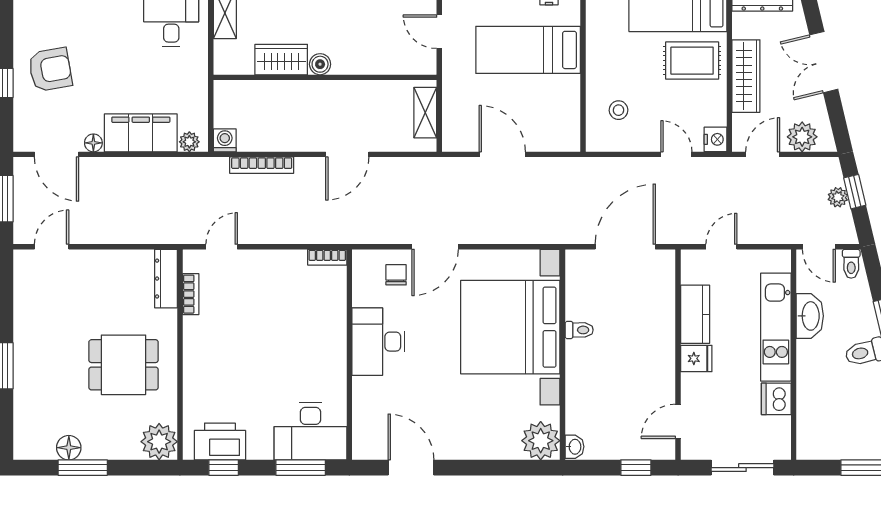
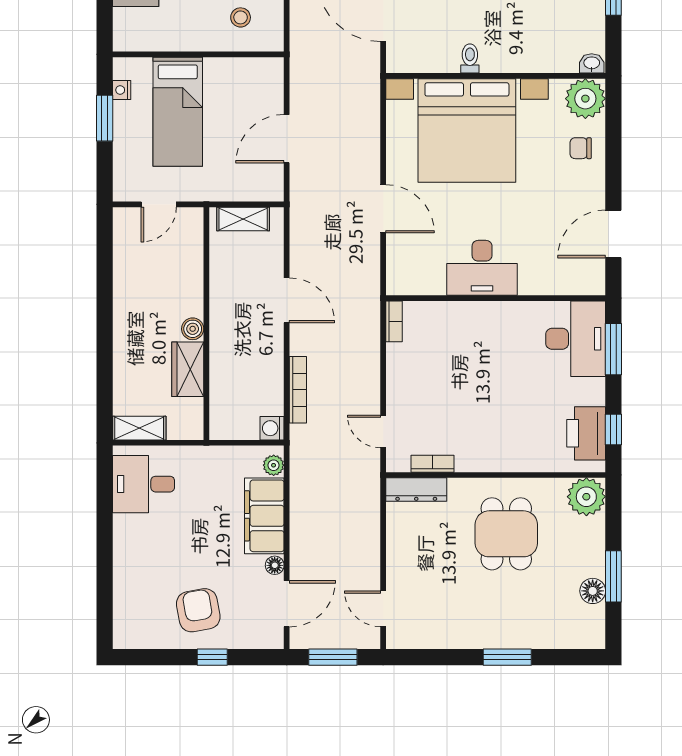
chair: (396, 275) -> (581, 148), moved

